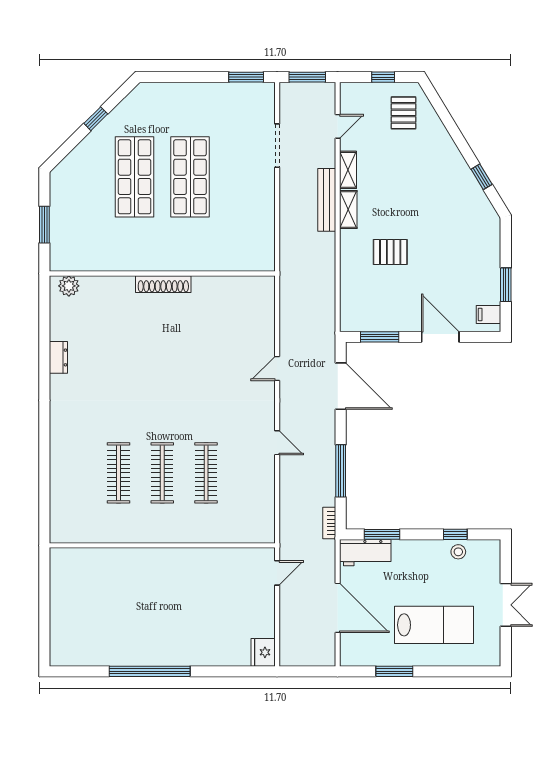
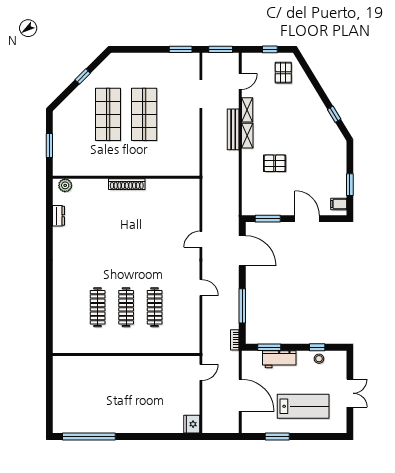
dresser: (58, 357) -> (58, 216), moved
workbench: (365, 553) -> (279, 359), moved
window: (150, 671) -> (89, 437), moved

